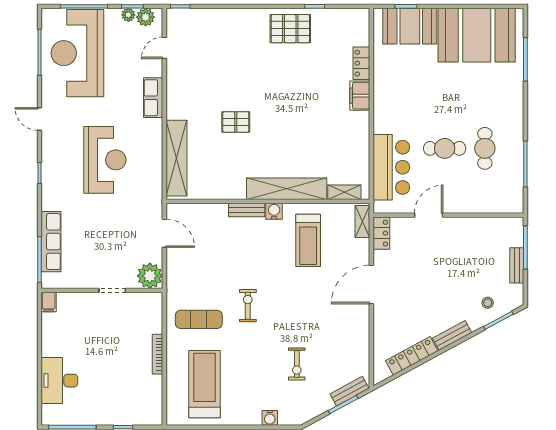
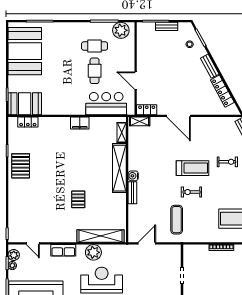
booth: (410, 26) -> (25, 104), moved, turned 90
locker: (361, 63) -> (28, 122), moved
filing cabinet: (360, 96) -> (80, 123), moved
plant: (510, 191) -> (121, 30), added
treadmill: (308, 240) -> (193, 168), moved
plant: (150, 276) -> (93, 252), moved
exercise mat: (199, 319) -> (177, 220), moved

